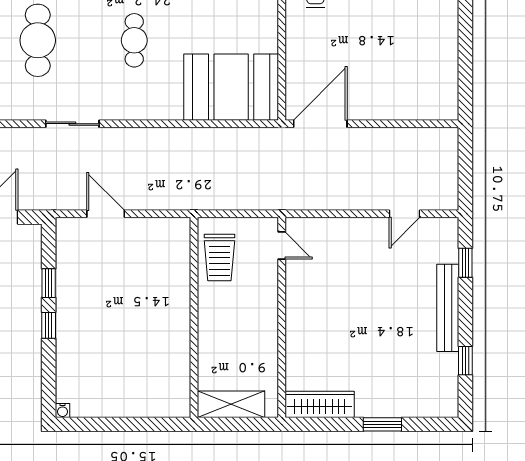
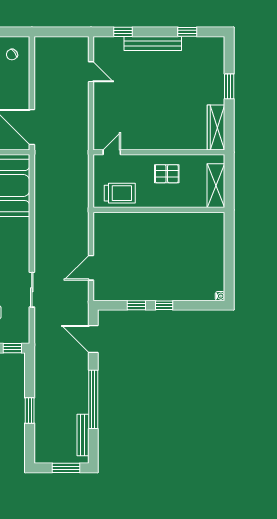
chair: (431, 93) -> (12, 55), added
pallet: (249, 329) -> (167, 174), added

